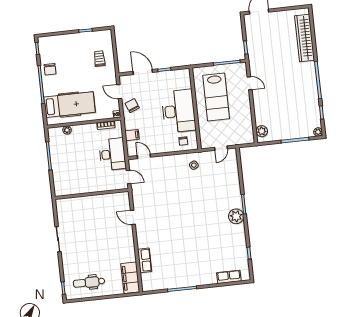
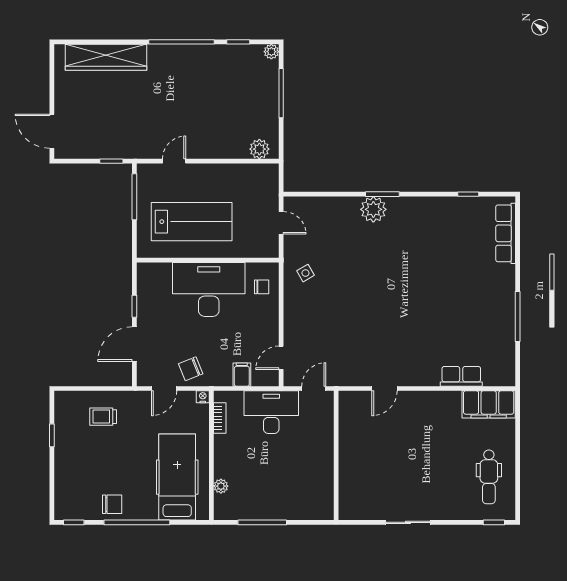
plant: (236, 216) -> (373, 209), moved
row of seats: (229, 277) -> (506, 233), width x1.48

